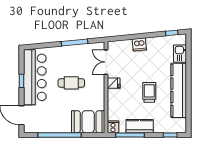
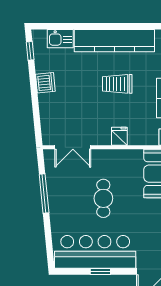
dishwasher: (139, 44) -> (45, 83), moved
fridge: (114, 83) -> (119, 136), moved

